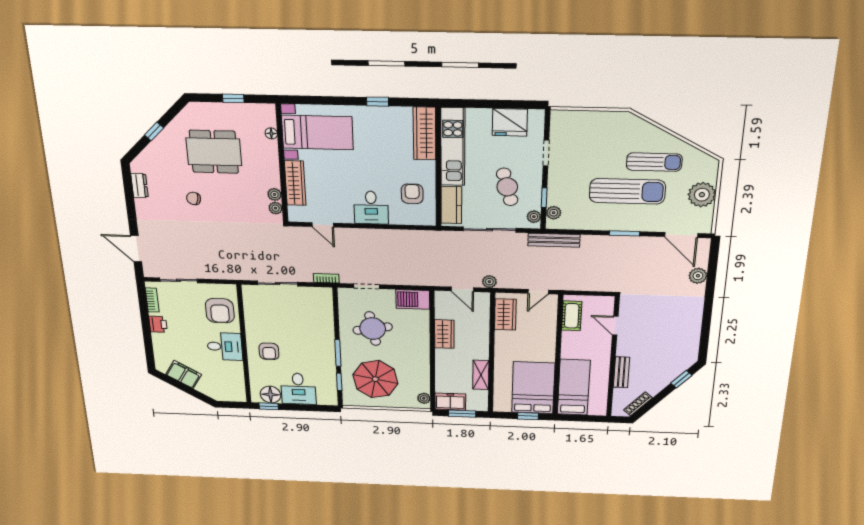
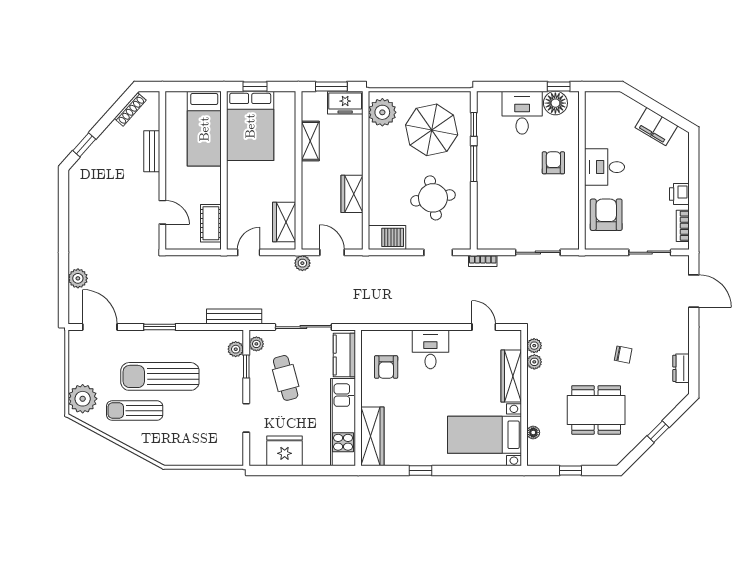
plant: (702, 195) -> (83, 399), moved
plant: (424, 398) -> (382, 112), width x1.88, depth x1.88

